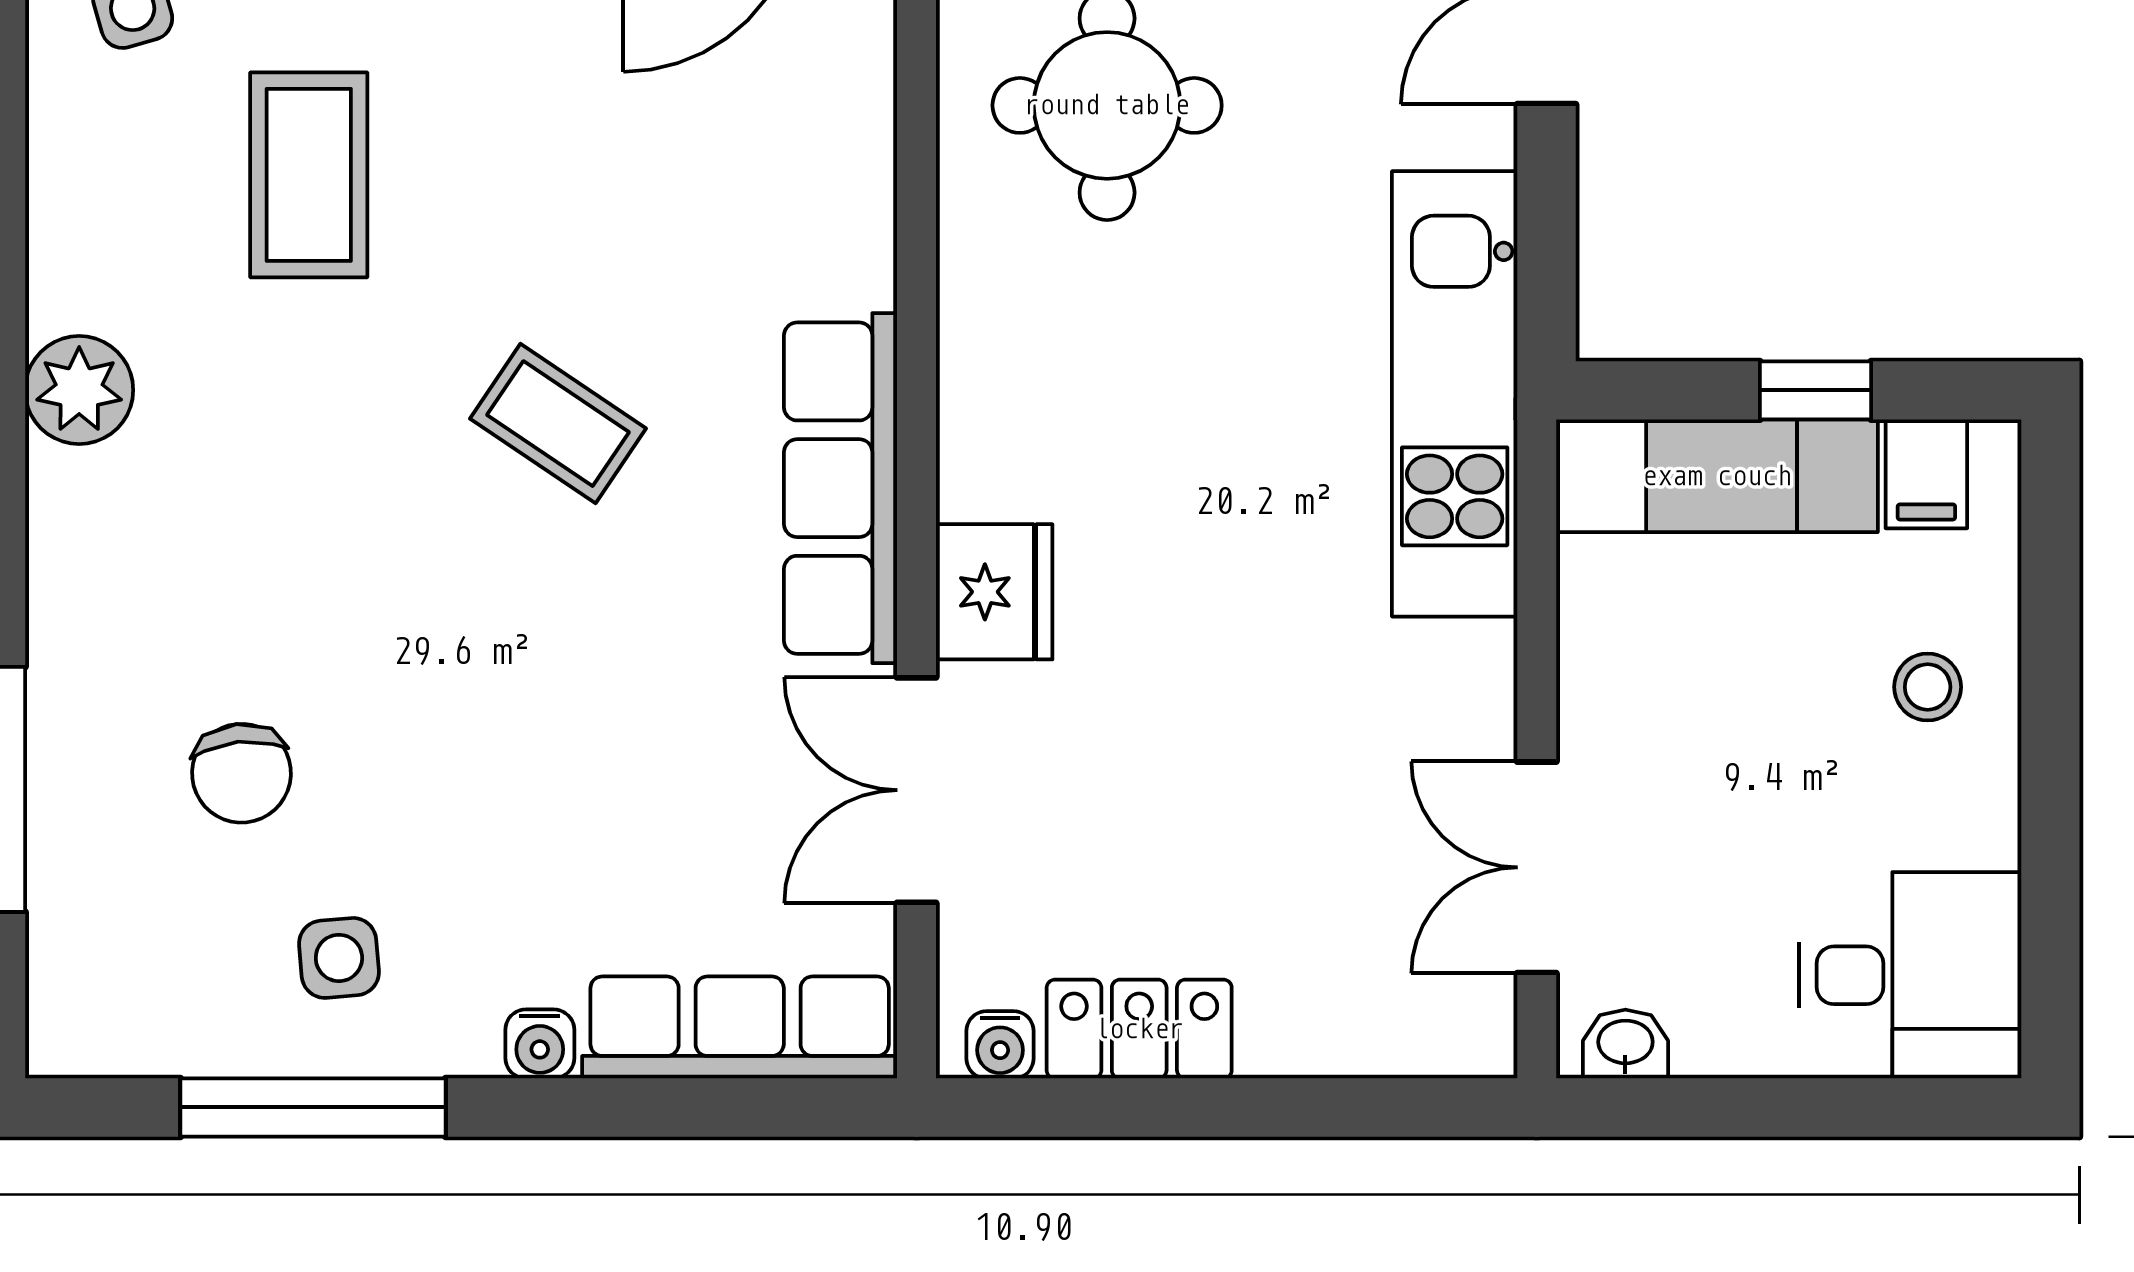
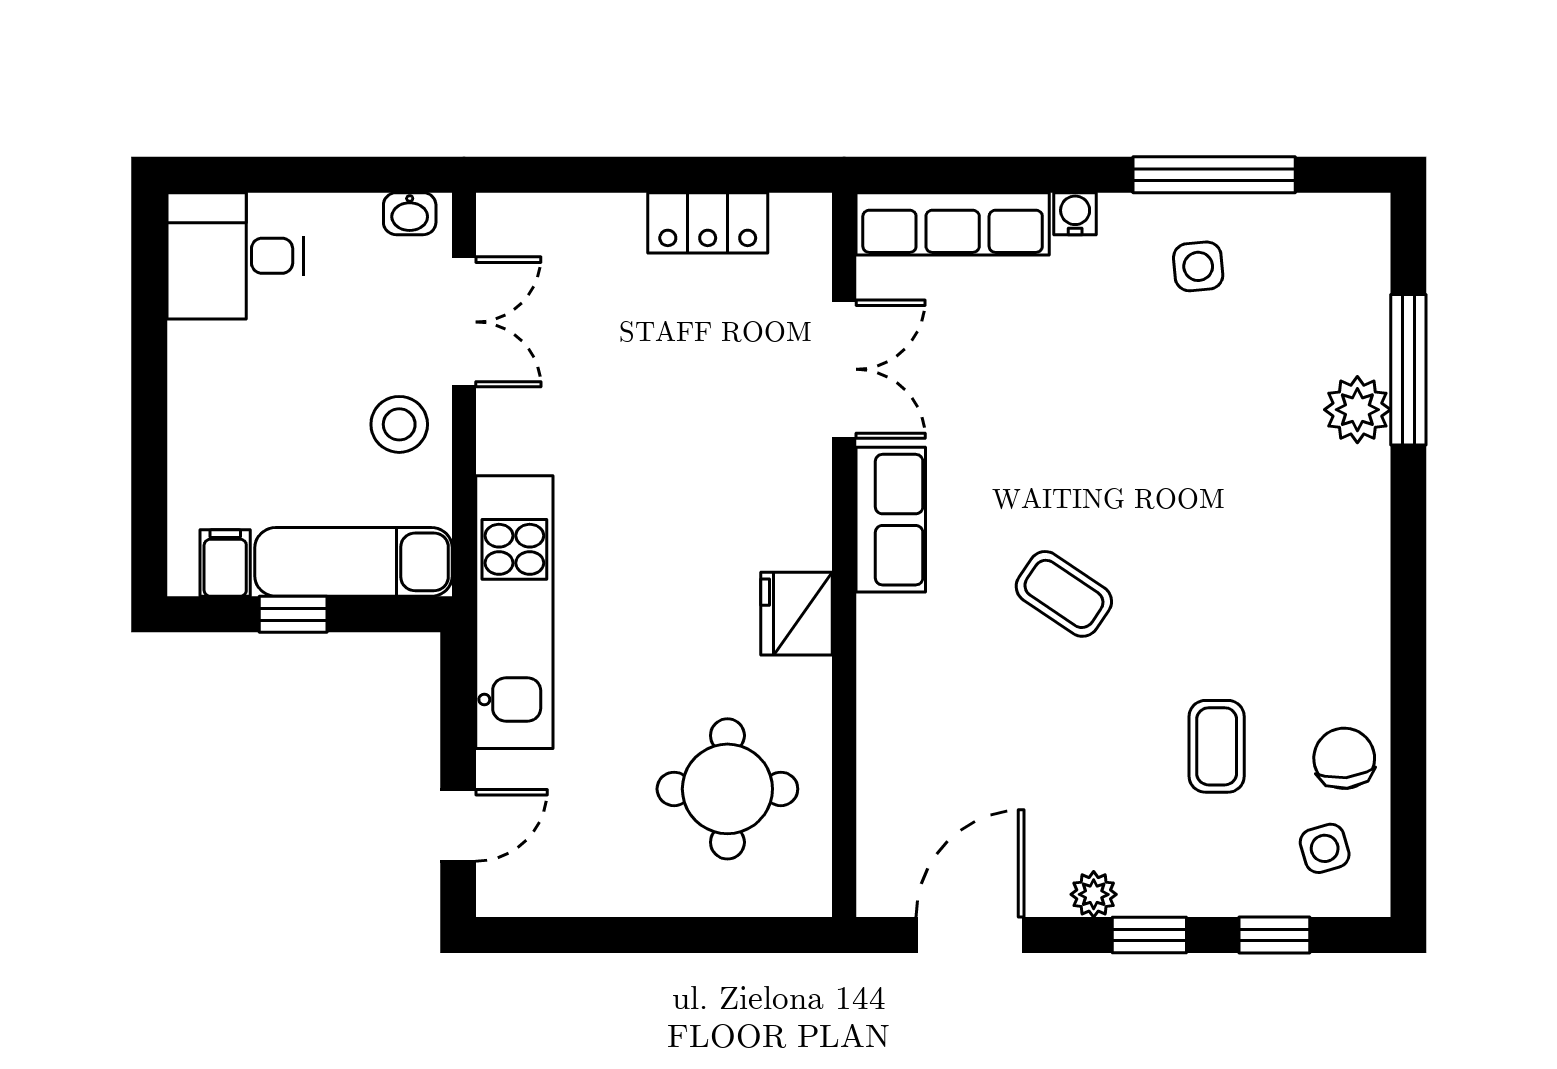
coffee table: (309, 175) -> (1217, 746), width x0.73, depth x0.77
plant: (79, 390) -> (1357, 410), moved
row of seats: (841, 488) -> (891, 520), width x0.68
fridge: (994, 592) -> (797, 614), moved
stool: (1928, 687) -> (399, 424), moved, width x1.37, depth x1.37
chair: (241, 773) -> (1344, 758), moved
water cooler: (1000, 1045) -> (793, 213), removed

